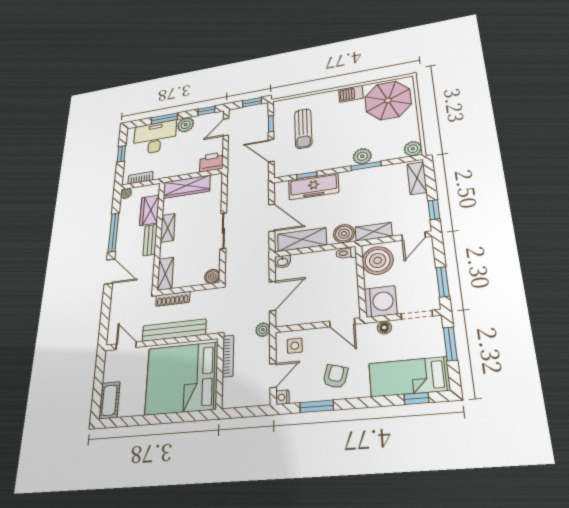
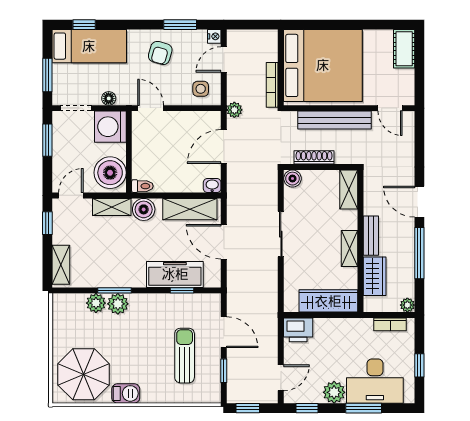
plant: (413, 149) -> (96, 303), moved
shoe rack: (173, 299) -> (314, 157), moved

